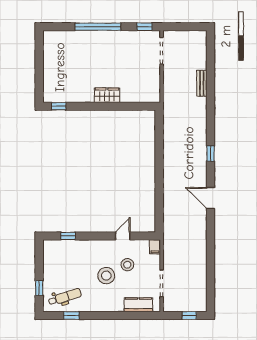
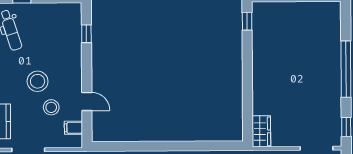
wardrobe: (107, 95) -> (261, 131), moved
filing cabinet: (155, 247) -> (73, 128), moved

